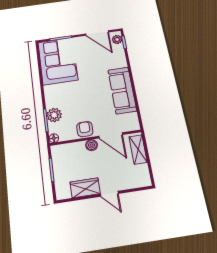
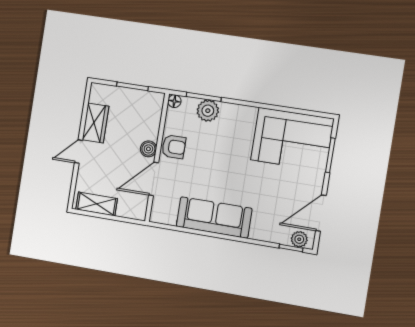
shelving: (138, 149) -> (97, 204), moved

